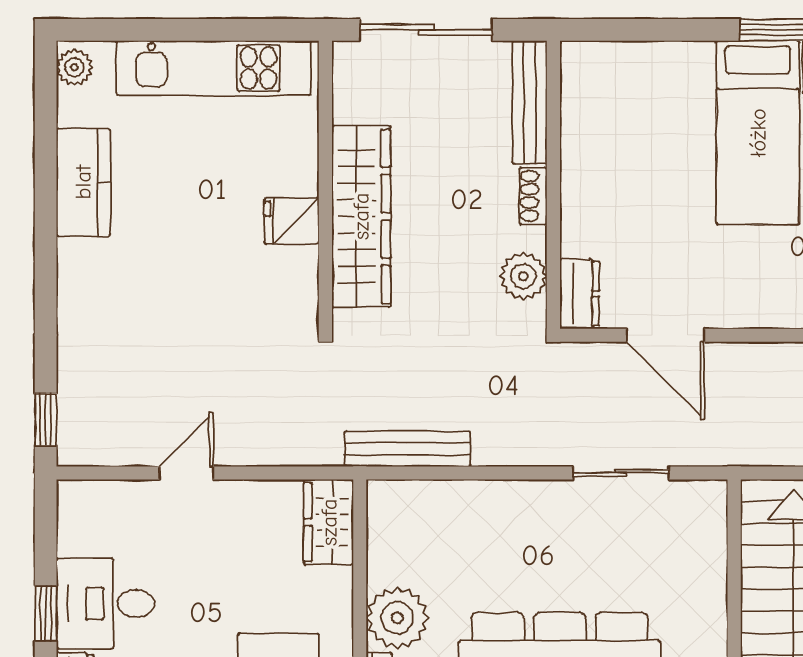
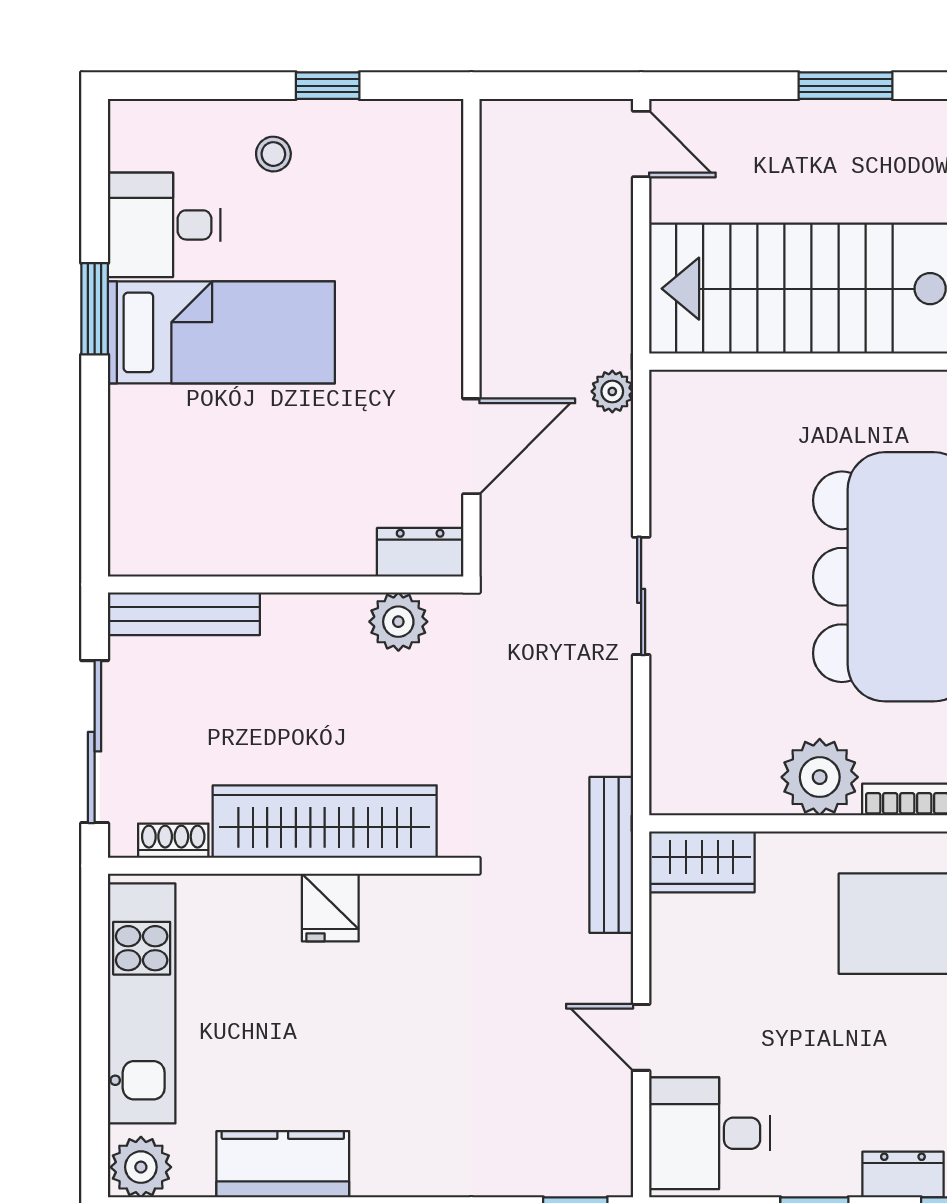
plant: (74, 67) -> (141, 1167), width x1.38, depth x1.38
shoe rack: (533, 196) -> (173, 841), moved, turned 180
bench: (407, 449) -> (611, 855), moved
plant: (710, 450) -> (612, 391), added
sliding door: (621, 473) -> (641, 596), moved
desk: (105, 604) -> (709, 1133), moved, turned 90

